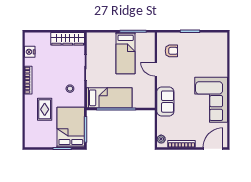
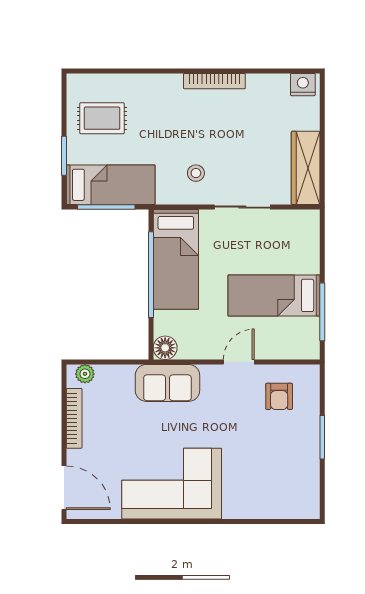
nightstand: (30, 52) -> (303, 85), moved
floor lamp: (149, 103) -> (165, 348), added
rug: (45, 109) -> (102, 118), moved
bed: (71, 127) -> (111, 185), width x0.67

